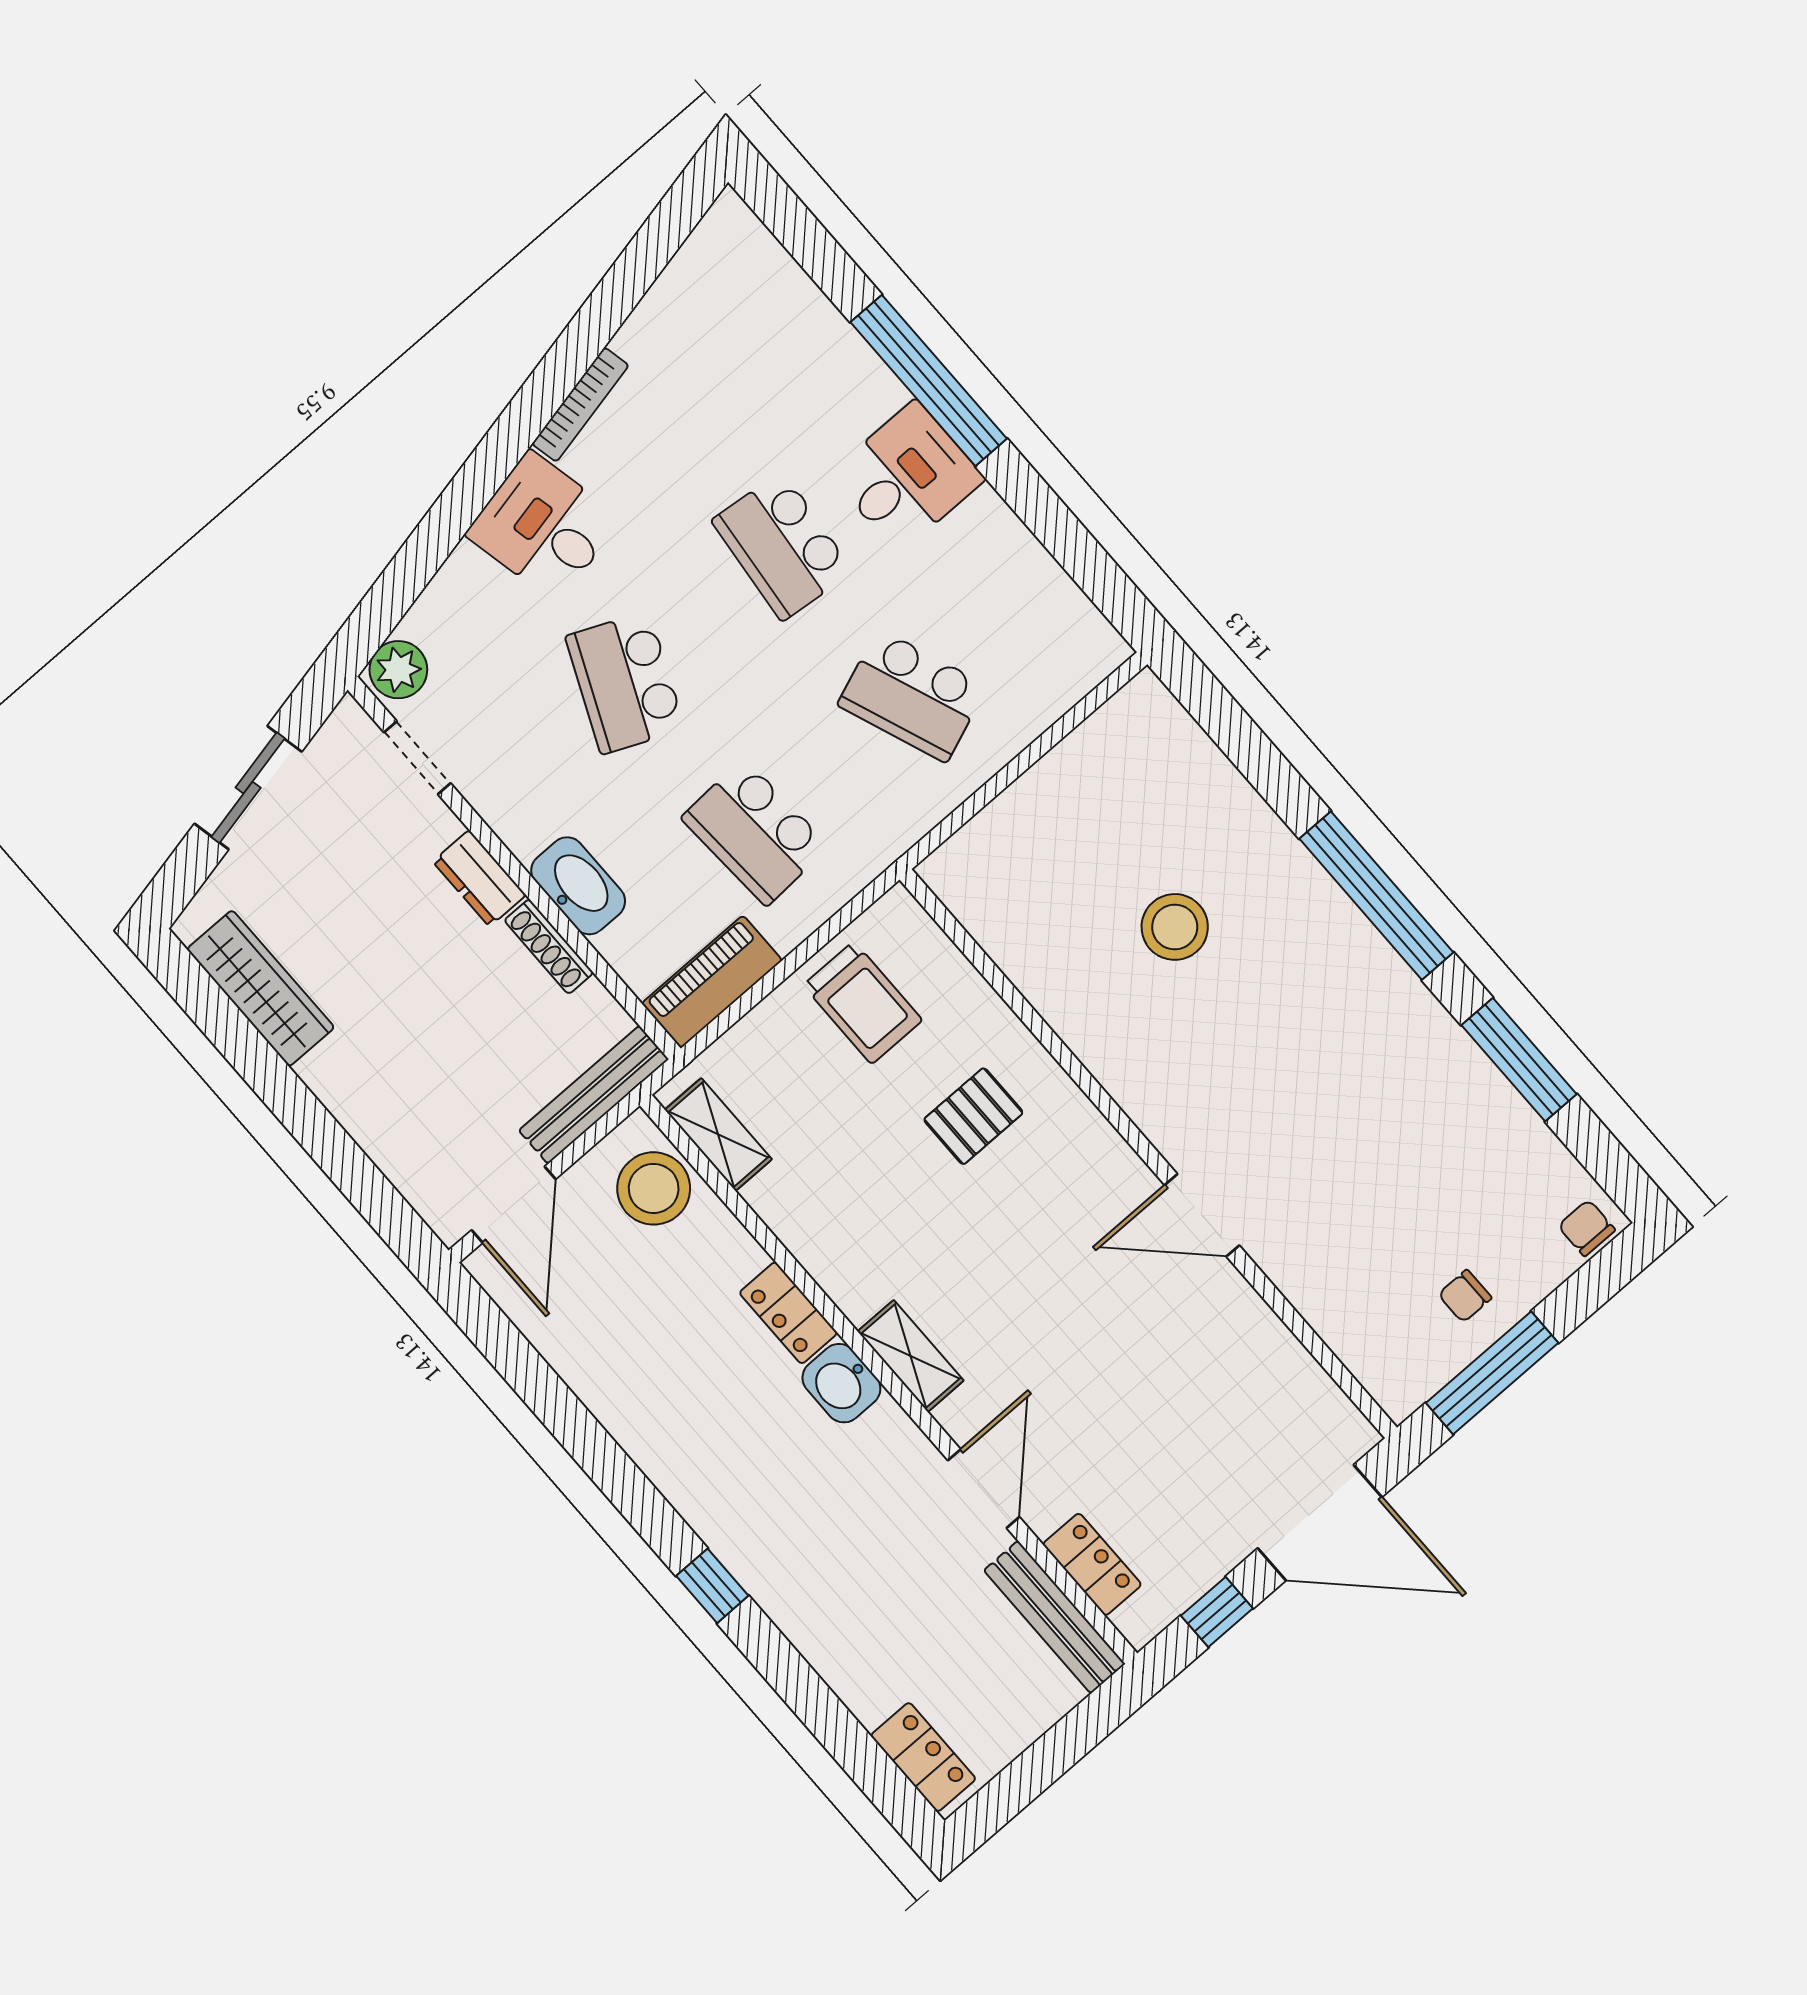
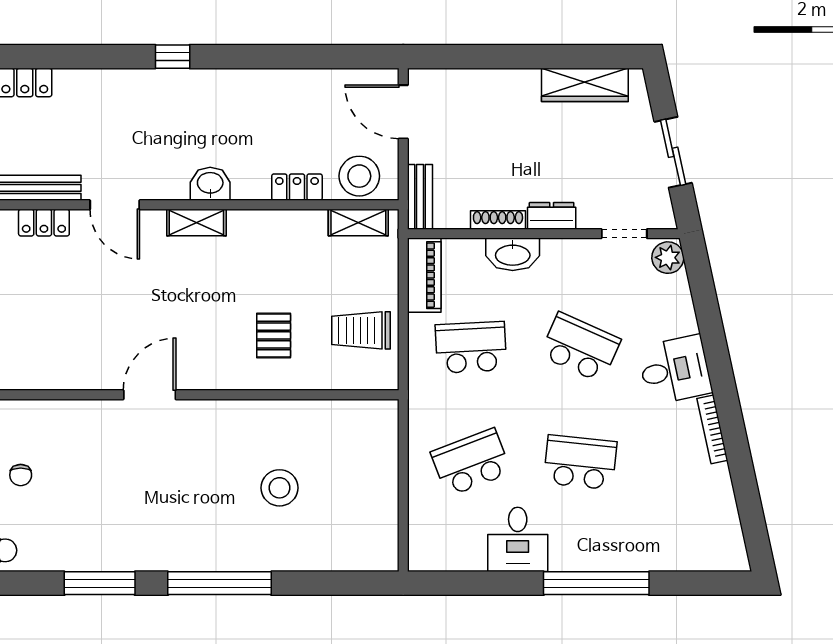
desk: (907, 477) -> (518, 539), moved
bench: (594, 1095) -> (420, 197), width x0.73
chair: (1465, 1296) -> (21, 475), turned 180
locker: (788, 1313) -> (297, 187), moved

